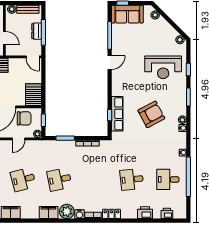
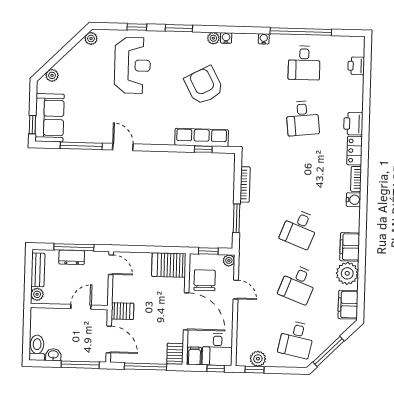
door: (33, 57) -> (111, 265), hinge flipped
desk: (23, 179) -> (298, 284), turned 36
desk: (59, 179) -> (299, 229), turned 33
plant: (67, 211) -> (347, 273), moved
printer: (145, 213) -> (353, 124), moved

